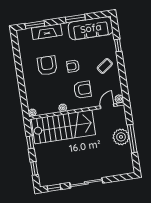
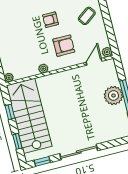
armchair: (47, 66) -> (21, 22), removed
stairs: (63, 127) -> (29, 116), moved, turned -90

